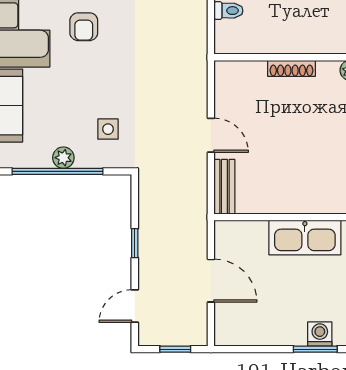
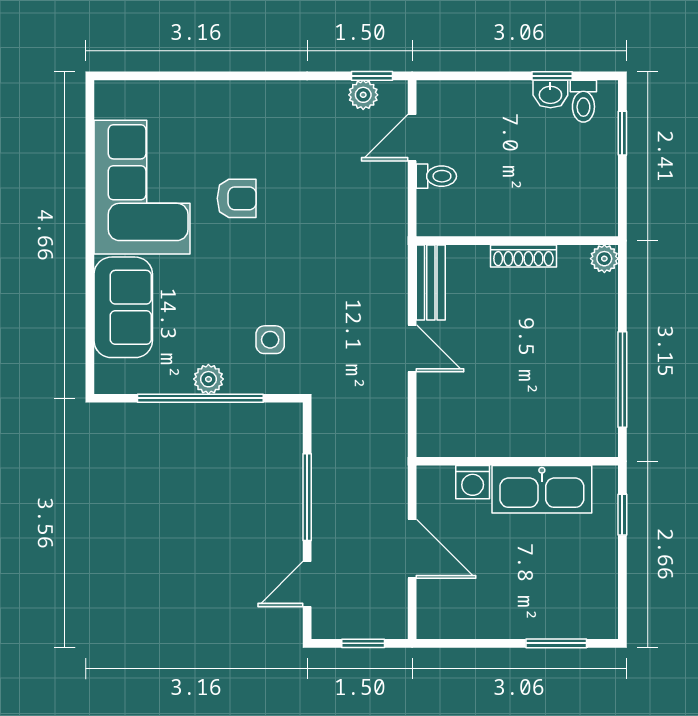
armchair: (84, 27) -> (237, 198), turned -90
bench: (224, 187) -> (431, 282), moved
window: (135, 243) -> (307, 497), width x2.17
washing machine: (320, 334) -> (473, 482), moved, turned 180

